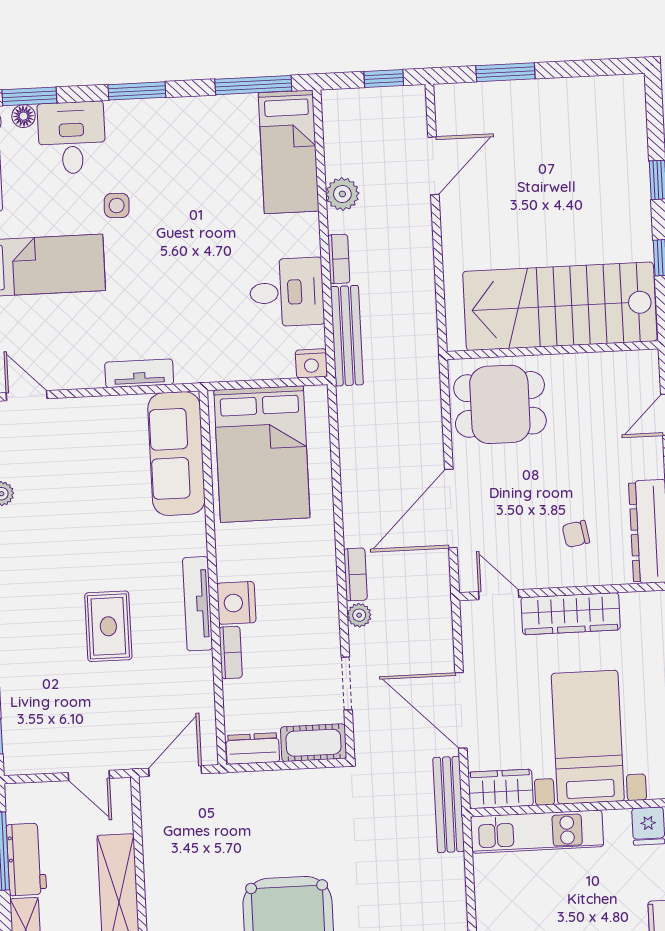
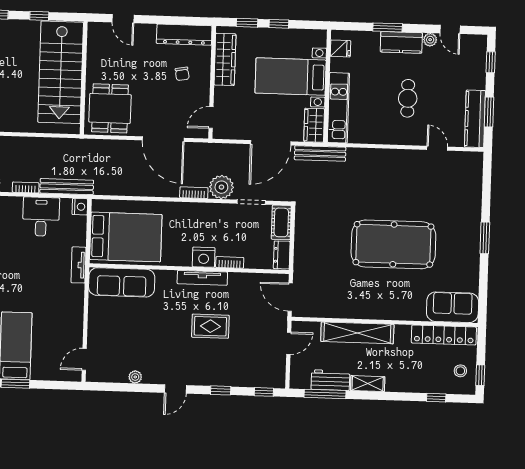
tv unit: (139, 373) -> (79, 265), moved
wardrobe: (571, 614) -> (225, 59), moved
plant: (359, 615) -> (221, 187), width x1.88, depth x1.88

